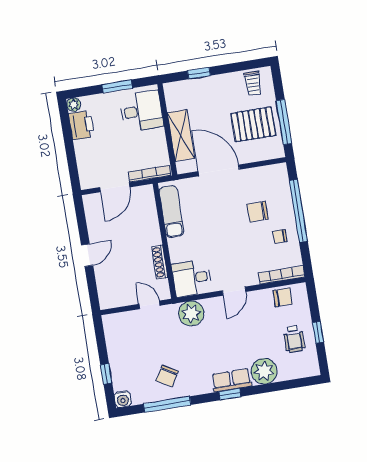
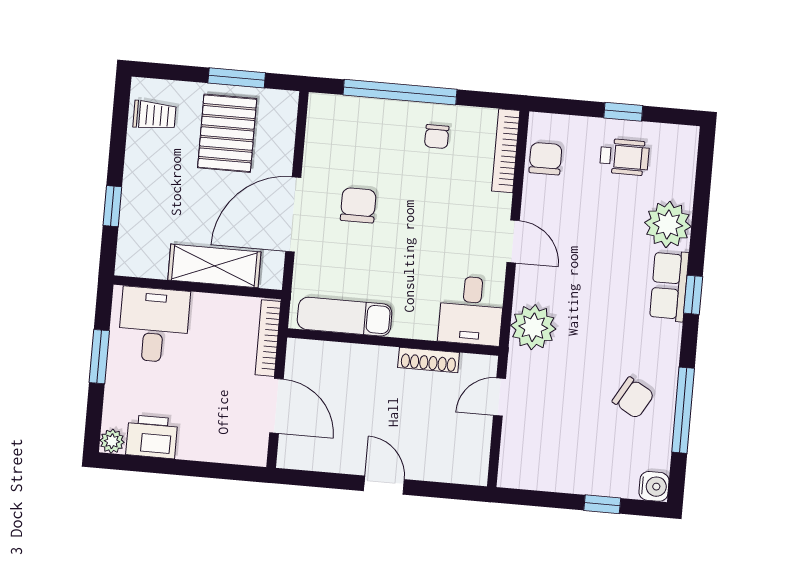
window: (284, 122) -> (237, 78), width x0.69
chair: (258, 212) -> (358, 205), moved, turned 180

